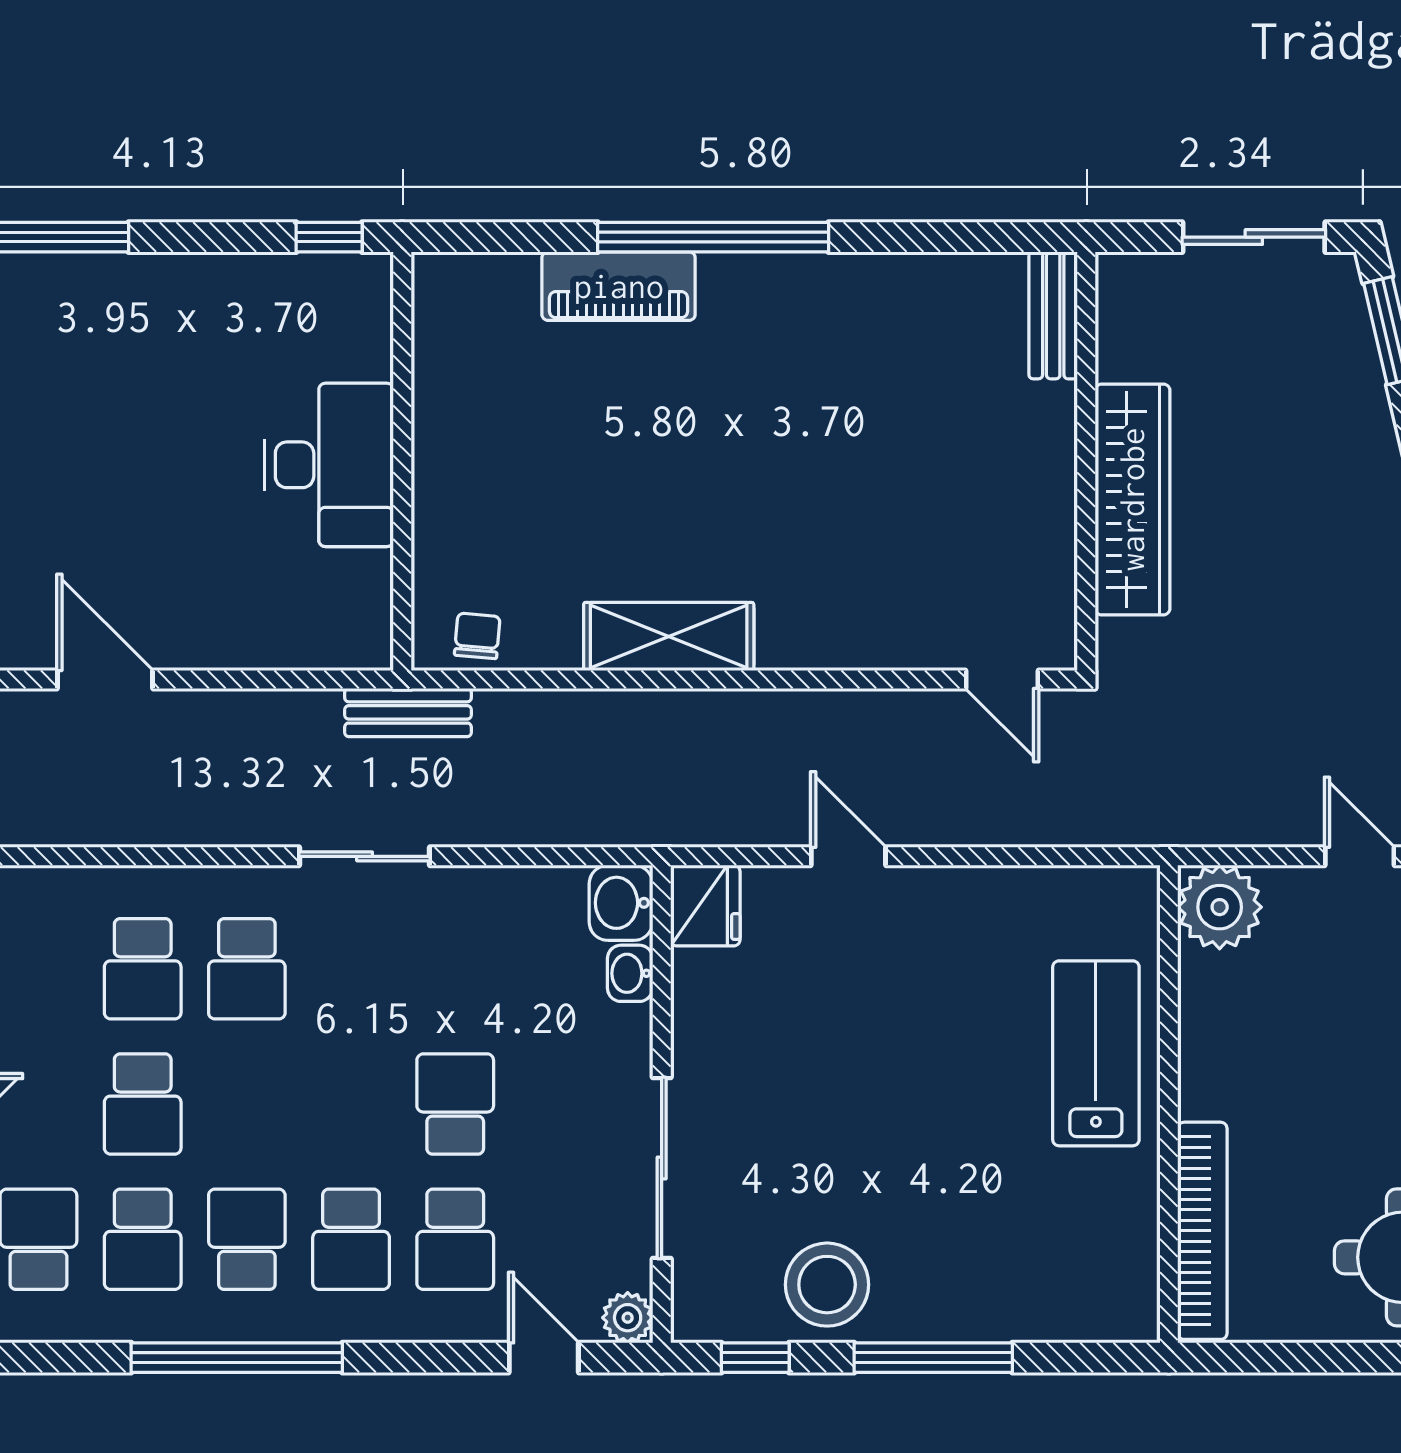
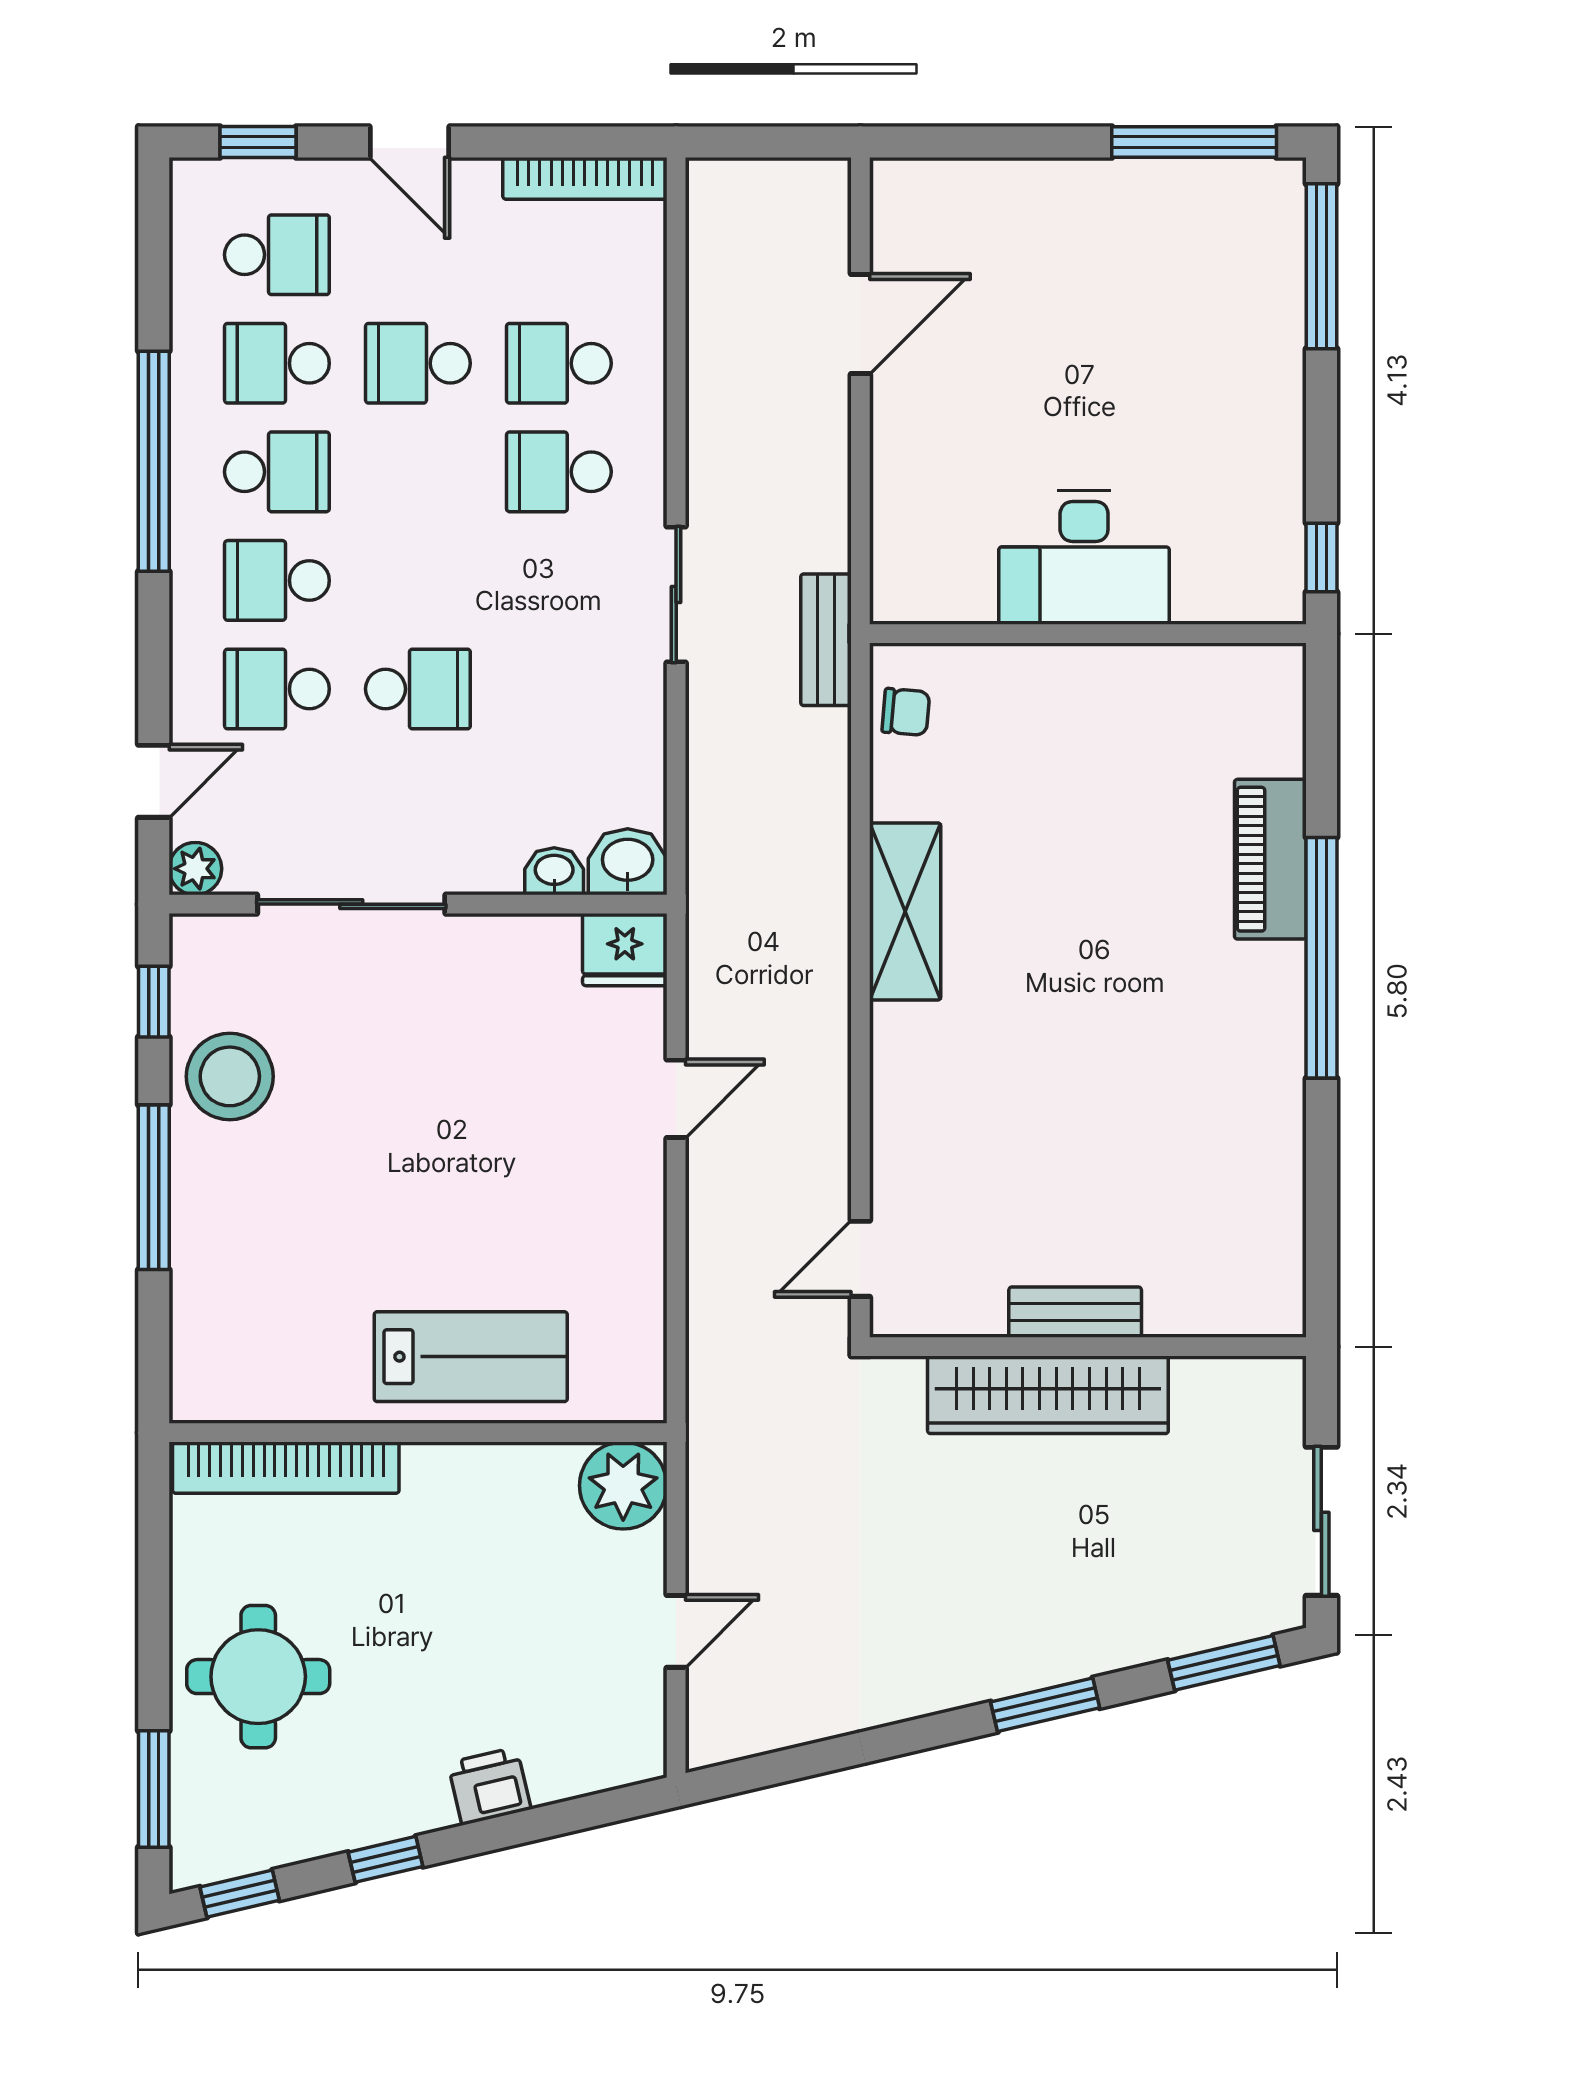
bench: (1053, 315) -> (1075, 1312), moved

